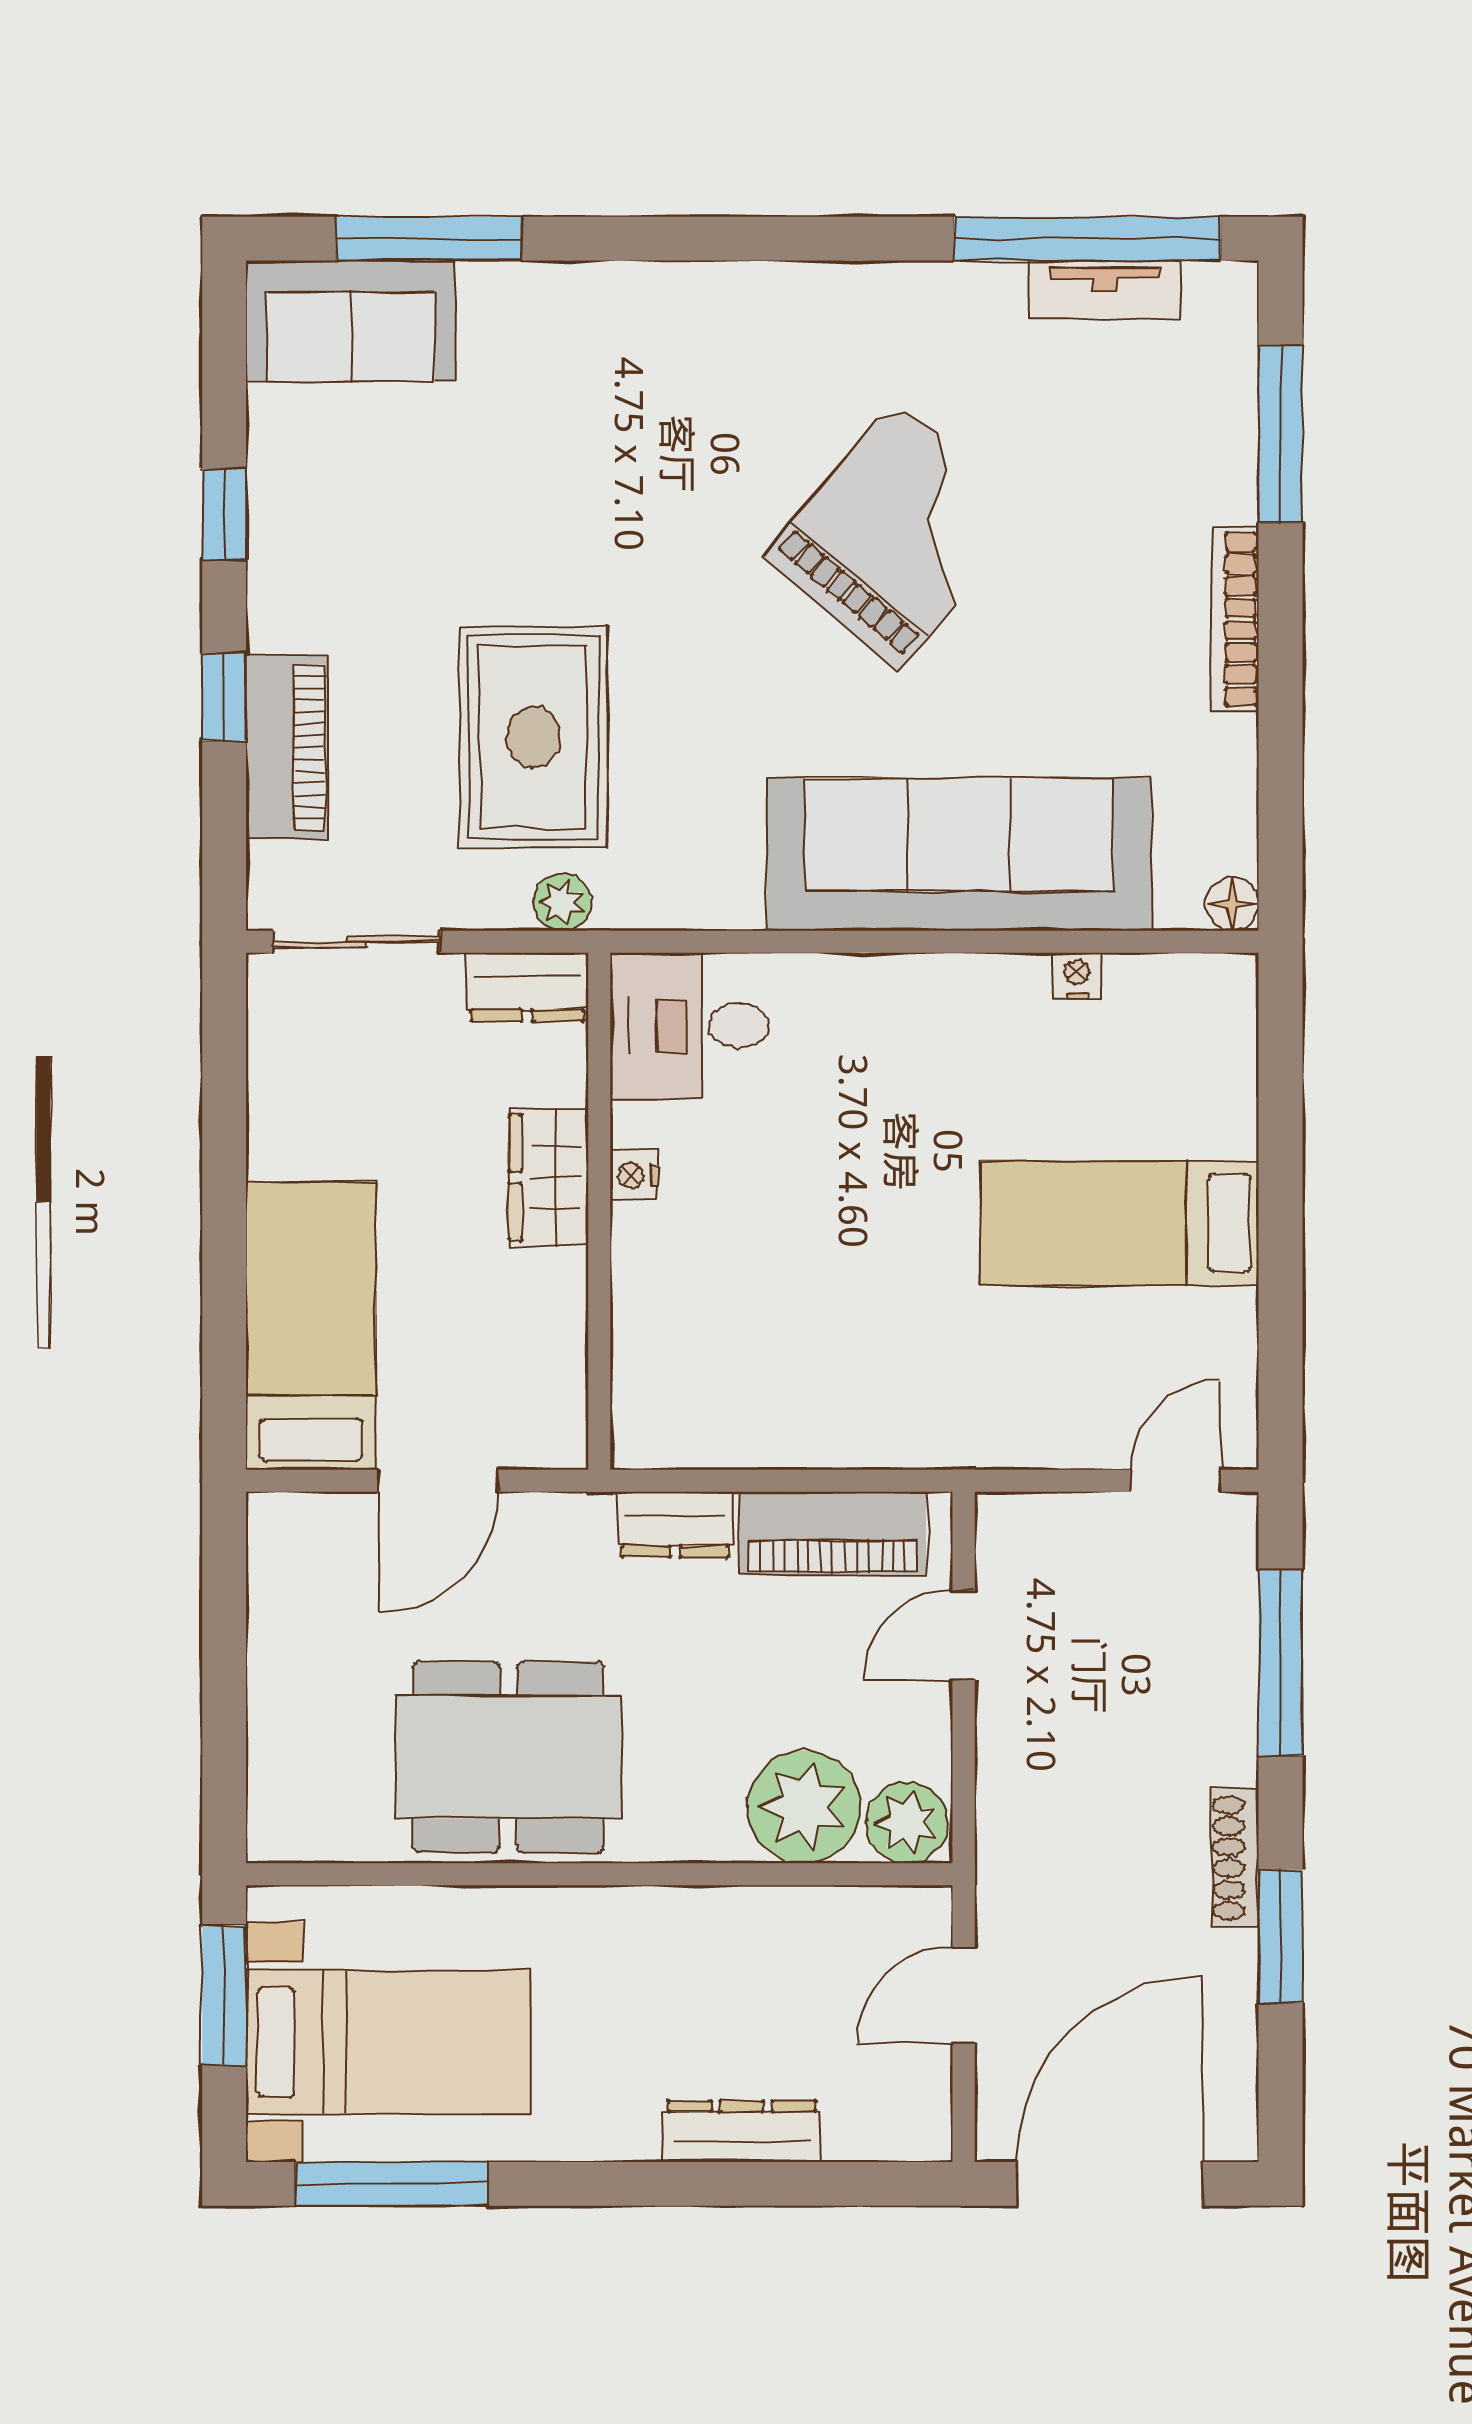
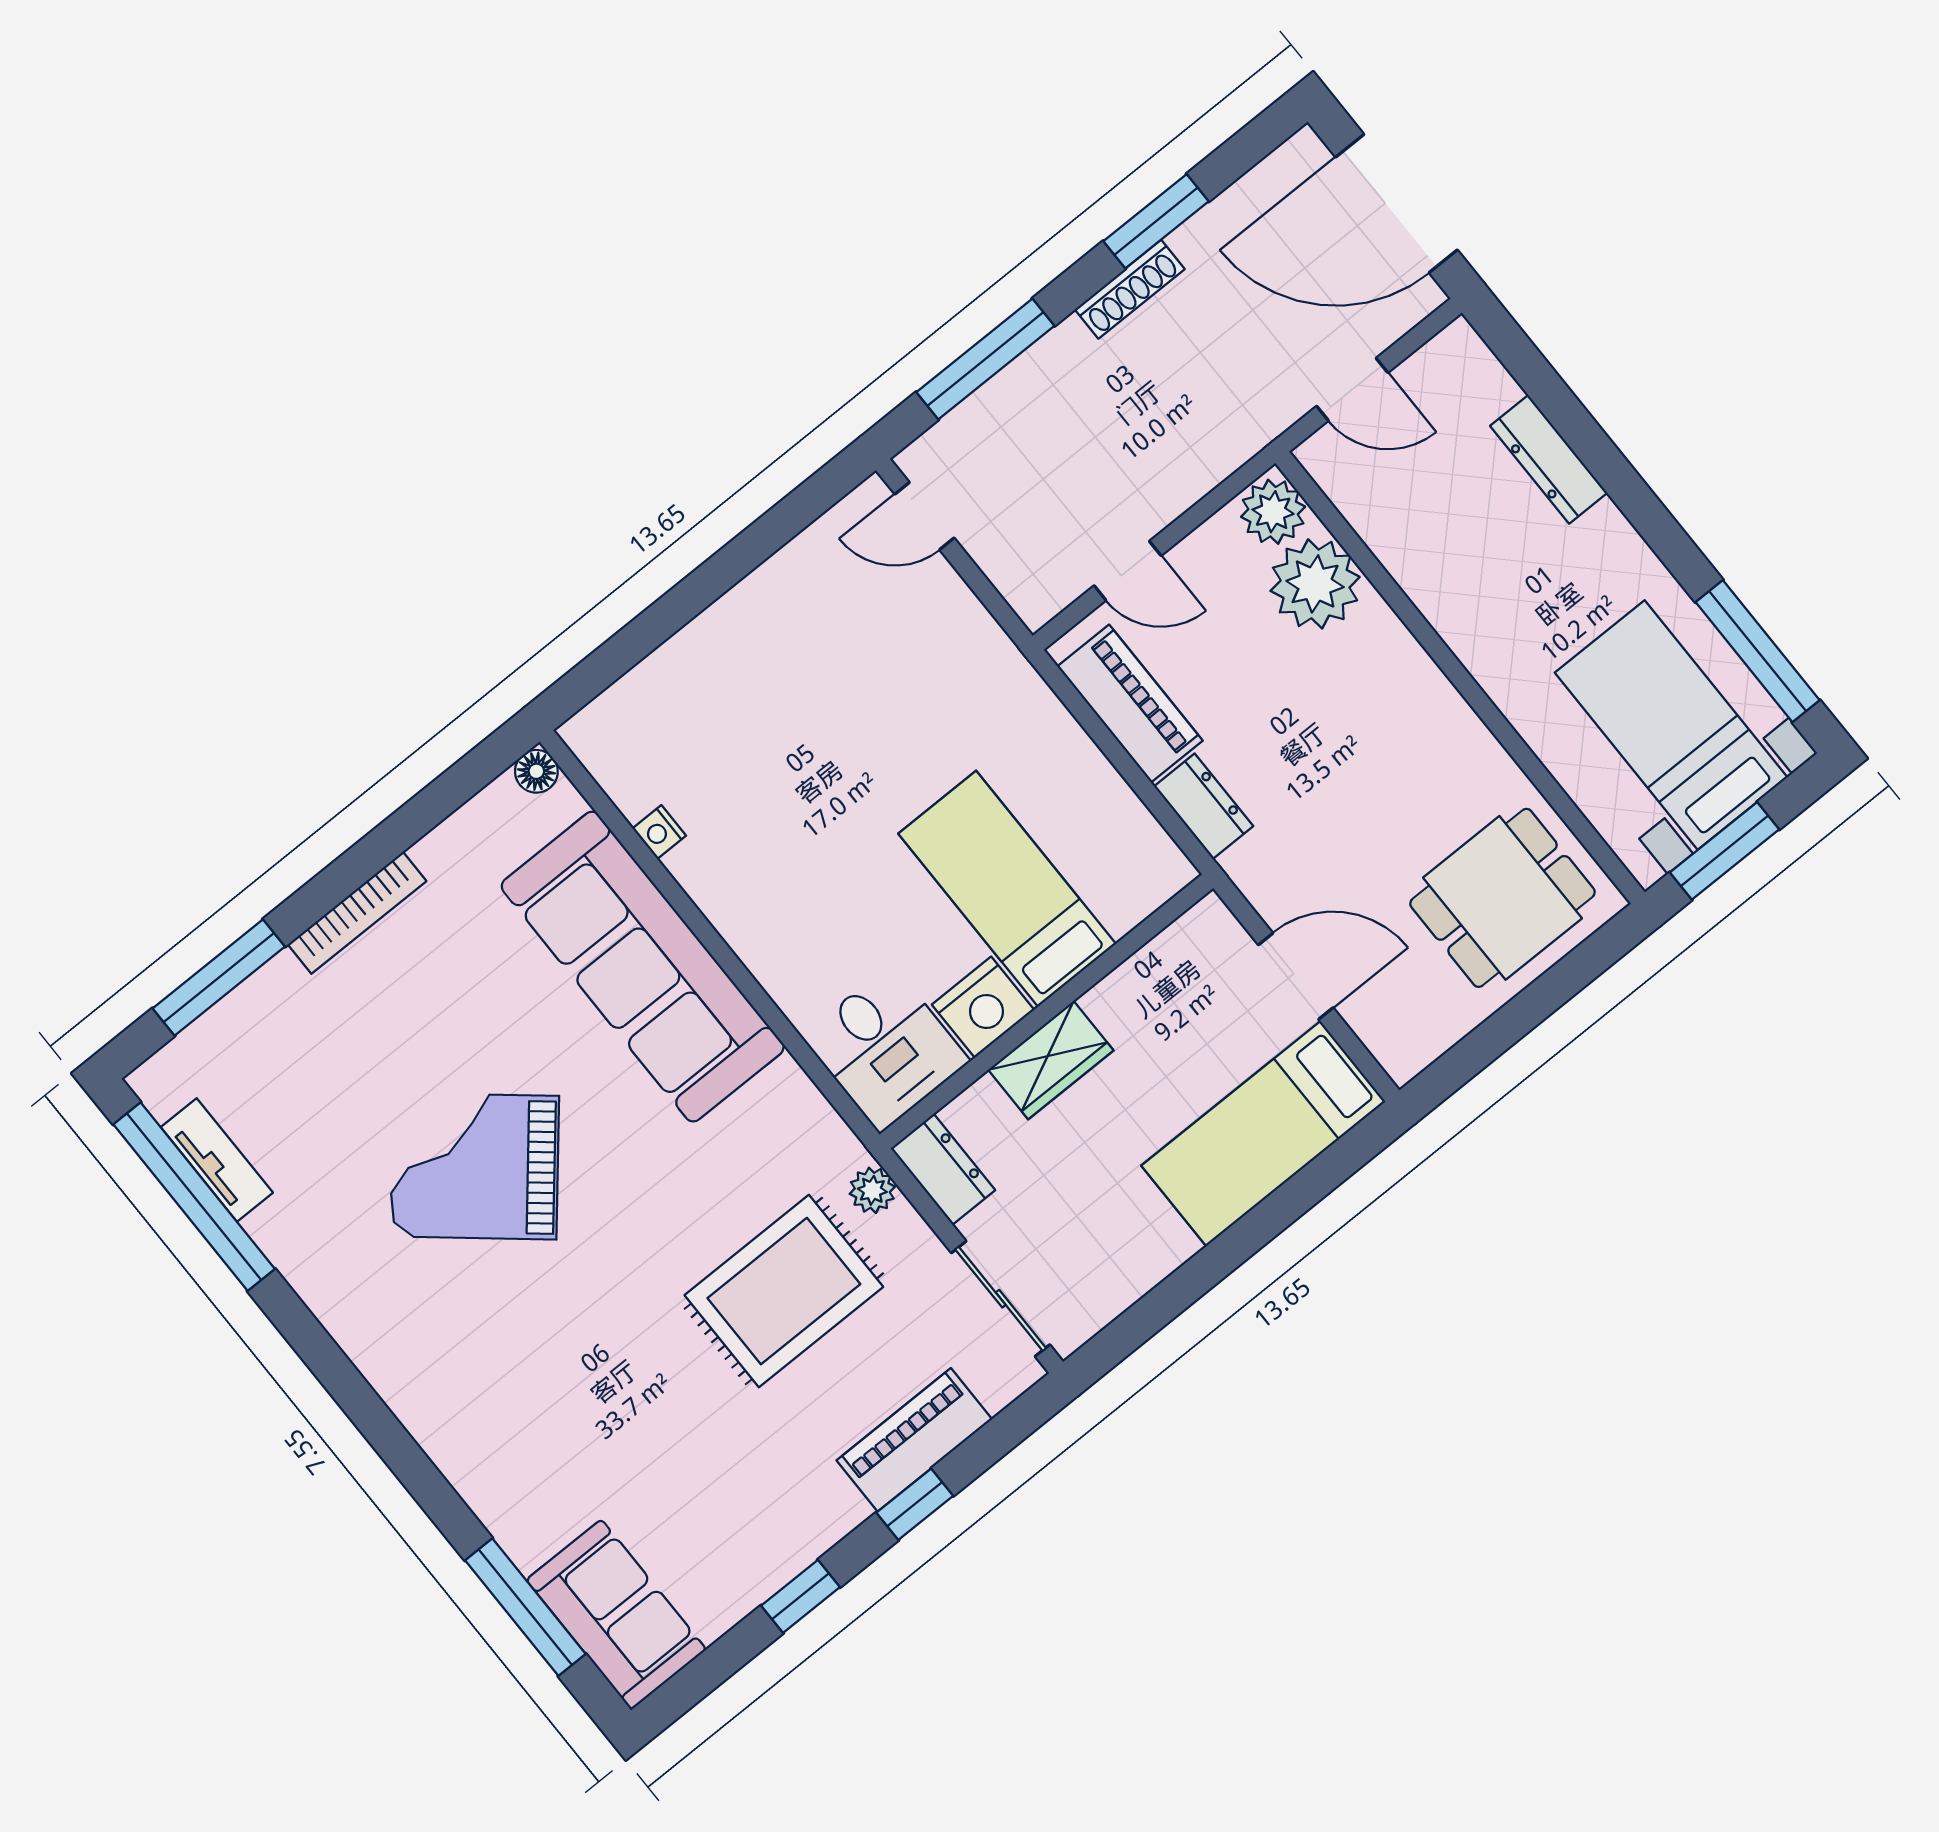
nightstand: (634, 1175) -> (983, 1007), width x1.89, depth x1.79
bed: (1120, 1223) -> (1007, 889), moved, turned 180
dining table: (508, 1757) -> (1502, 898), moved, width x0.73

